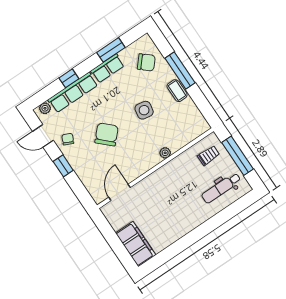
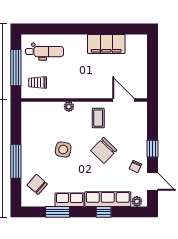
coffee table: (177, 91) -> (98, 118), moved
door: (120, 192) -> (123, 100), swing flipped
filing cabinet: (136, 244) -> (106, 44), moved, turned -90

